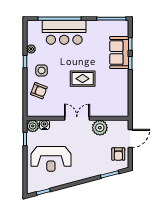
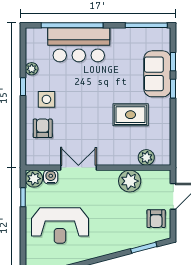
rug: (83, 79) -> (131, 115), moved
armchair: (39, 91) -> (43, 128), turned -111
plant: (111, 111) -> (146, 157), added
double door: (77, 118) -> (78, 168), moved

